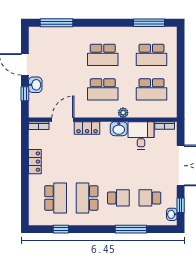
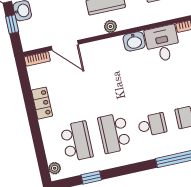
plant: (123, 113) -> (110, 26), moved
door: (63, 120) -> (65, 45), swing flipped
locker: (87, 128) -> (96, 49), removed
plant: (33, 215) -> (55, 168), added

